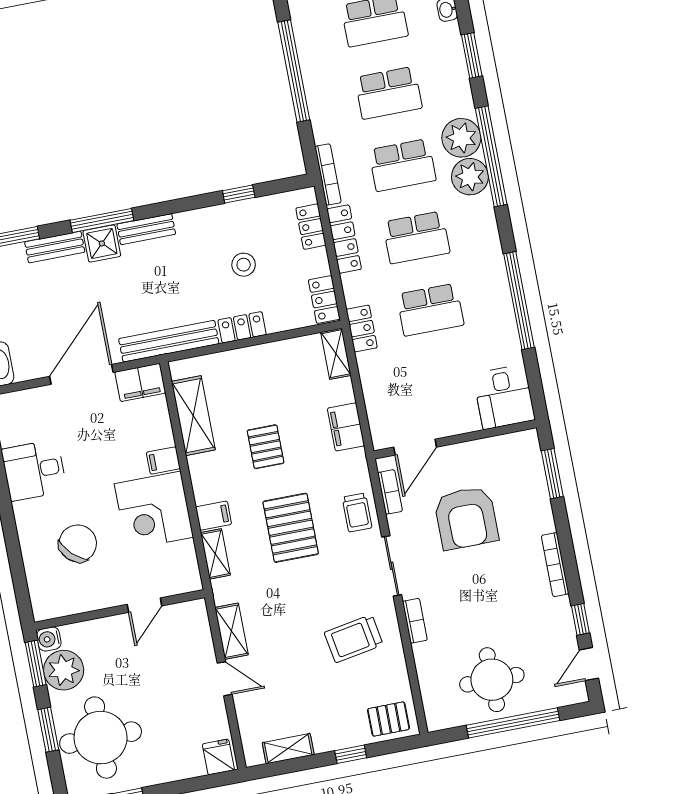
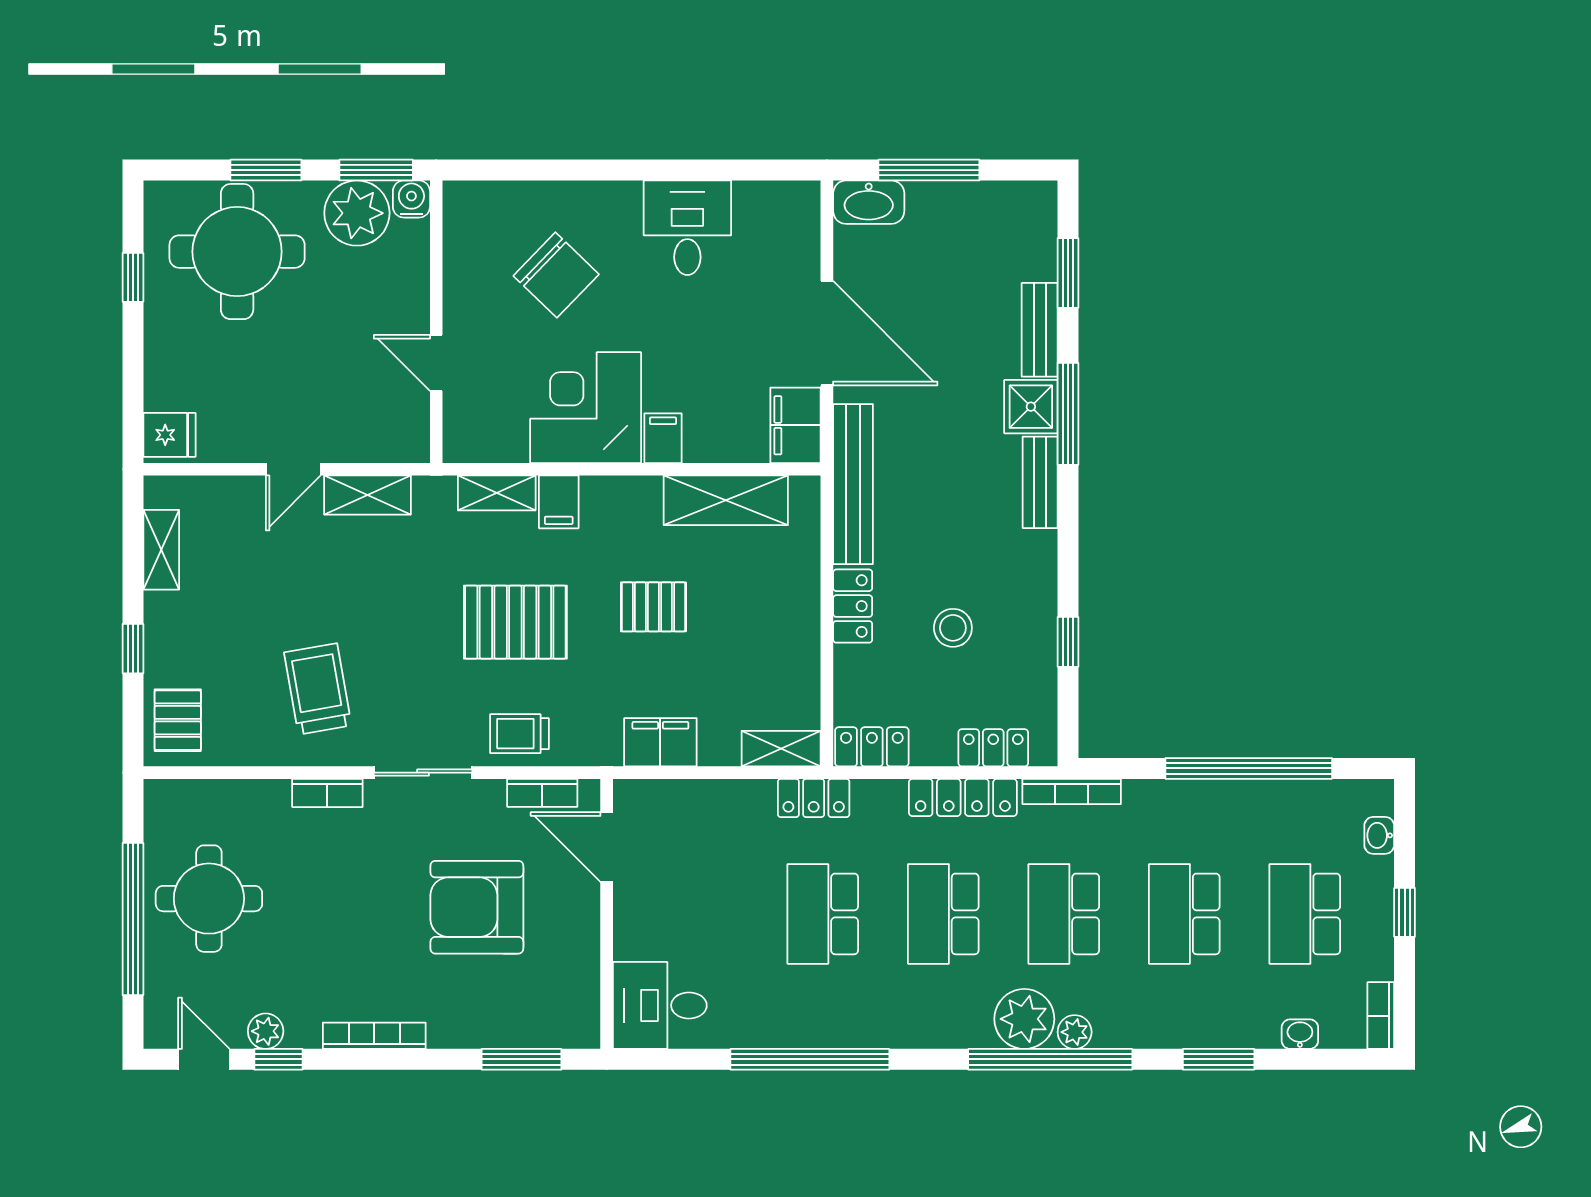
plant: (461, 138) -> (1075, 1032), width x0.53, depth x0.53
plant: (565, 630) -> (266, 1031), added

